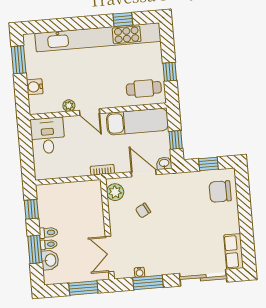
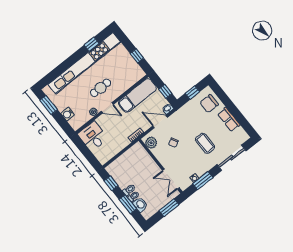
cafe table: (144, 88) -> (101, 88), moved
coffee table: (182, 238) -> (205, 143), added
row of seats: (234, 252) -> (229, 119), moved

